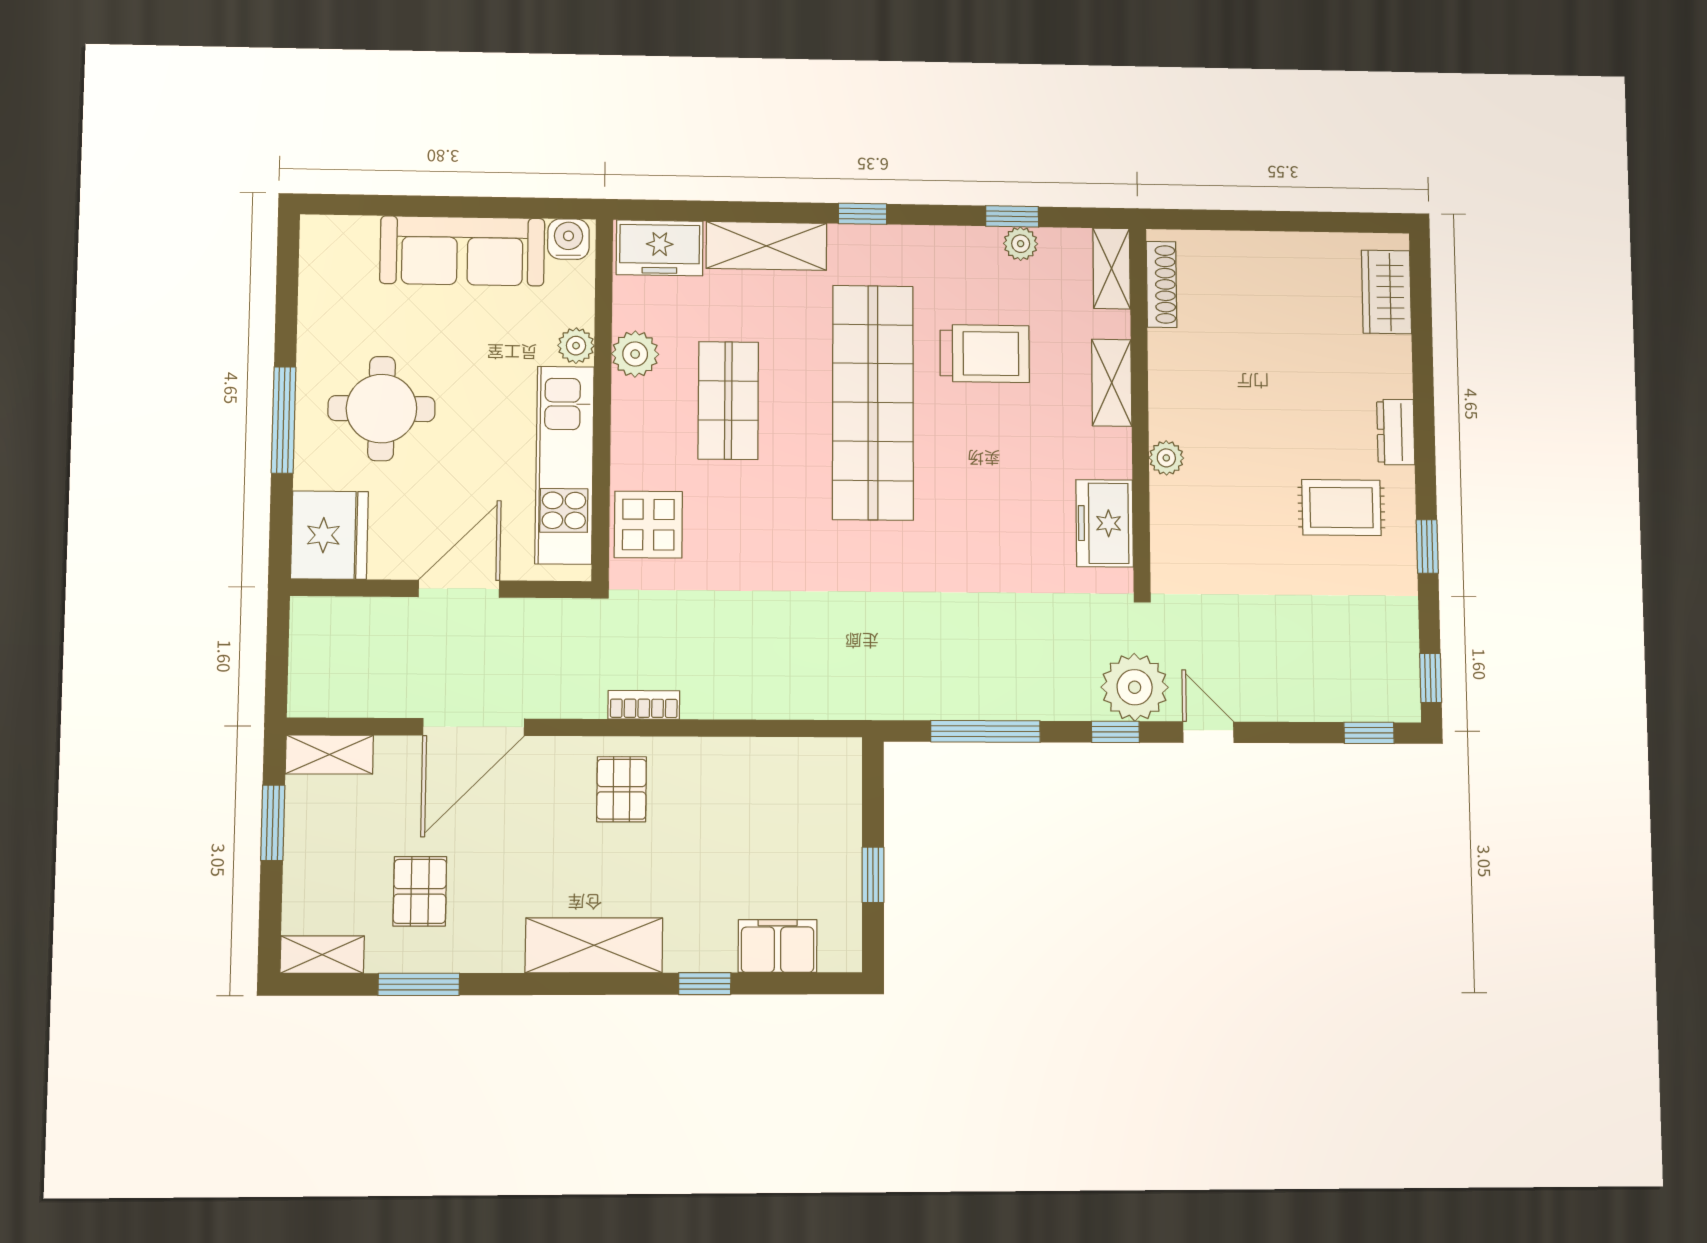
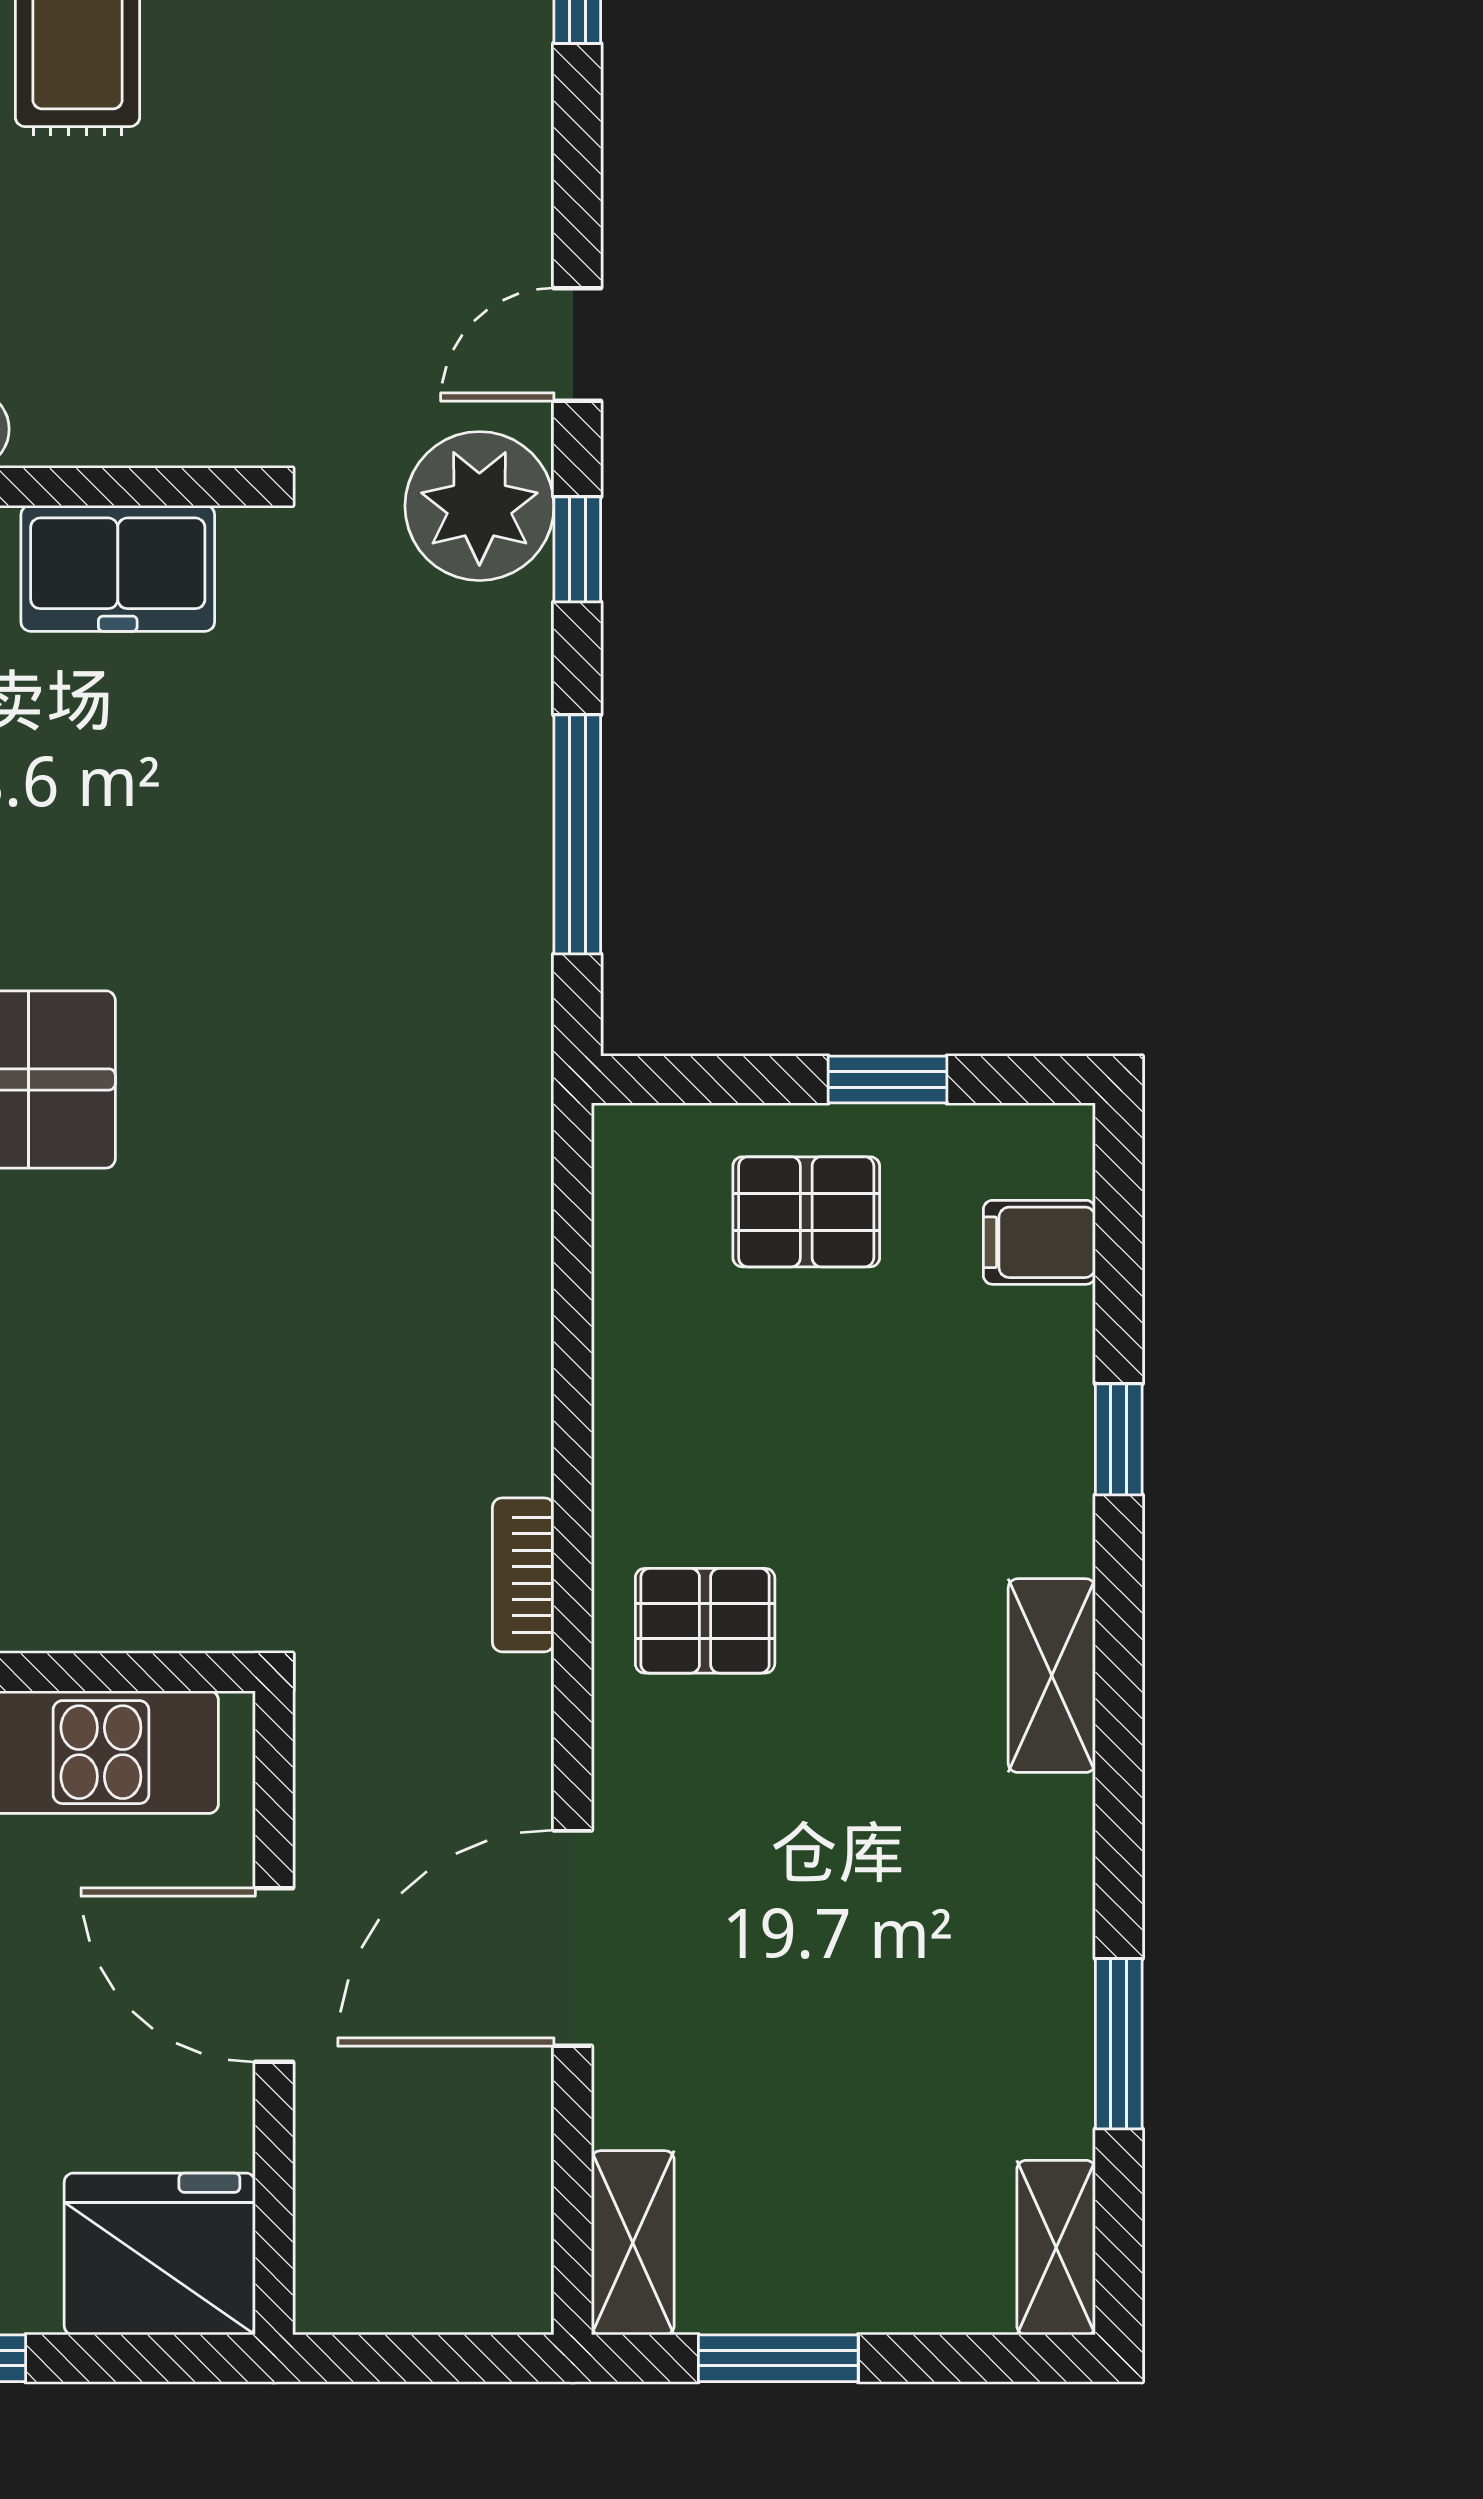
display table: (648, 525) -> (130, 1569), removed
door: (474, 727) -> (573, 1938), swing flipped
pallet: (420, 891) -> (806, 1212), moved
shelving: (594, 945) -> (1052, 1676), width x0.67, depth x0.75
filing cabinet: (778, 946) -> (1039, 1242), width x0.50

